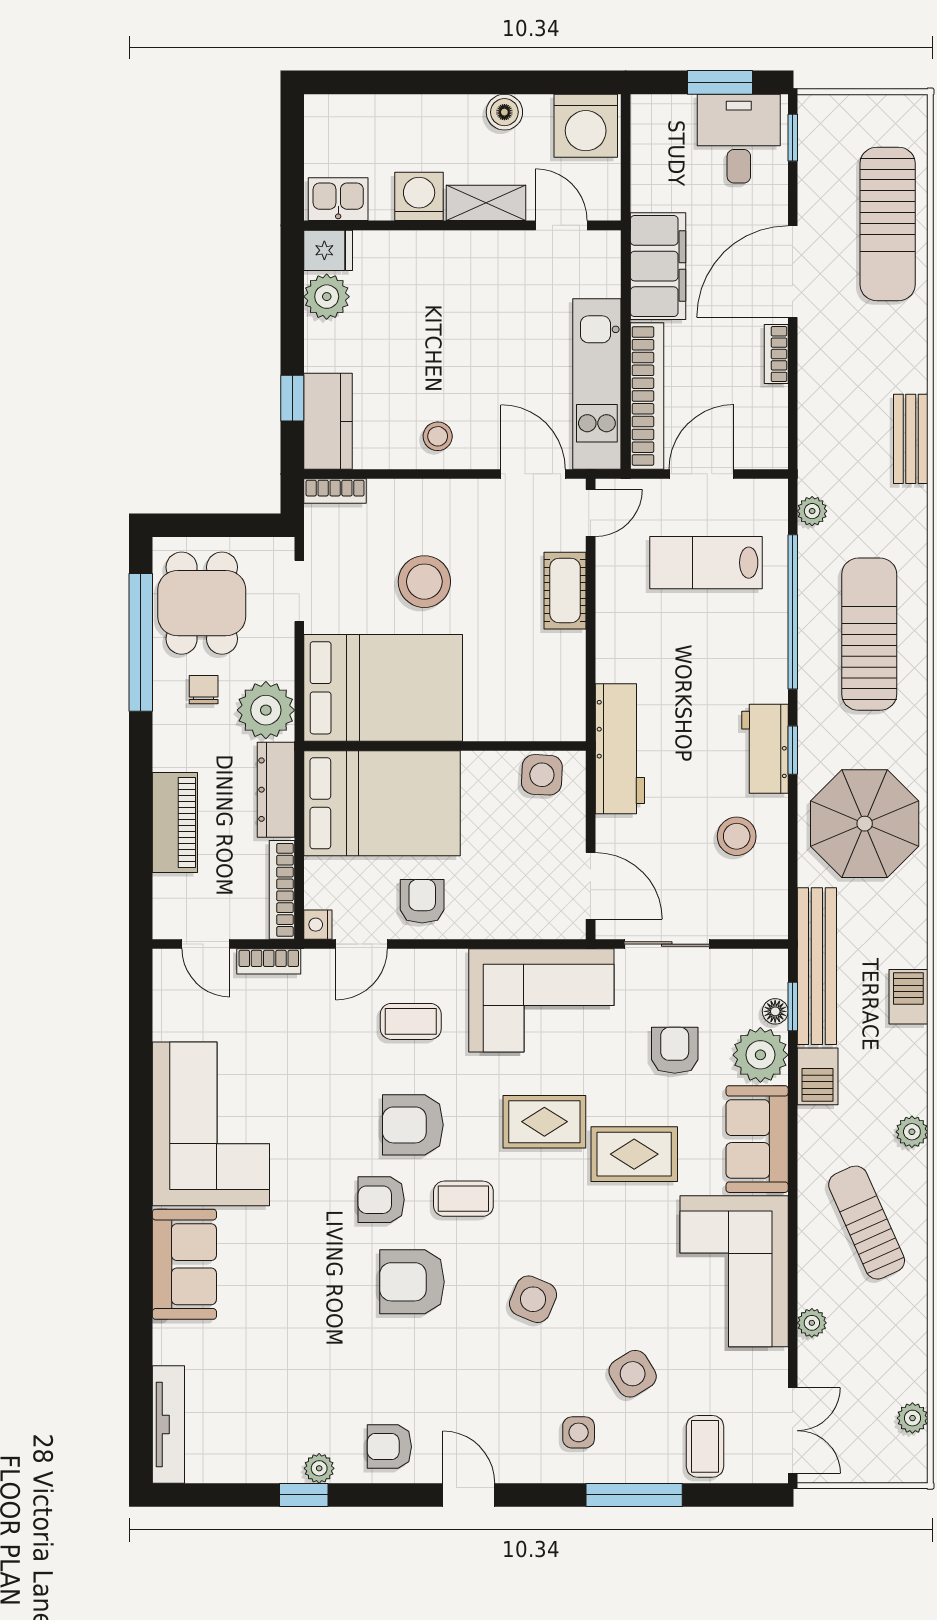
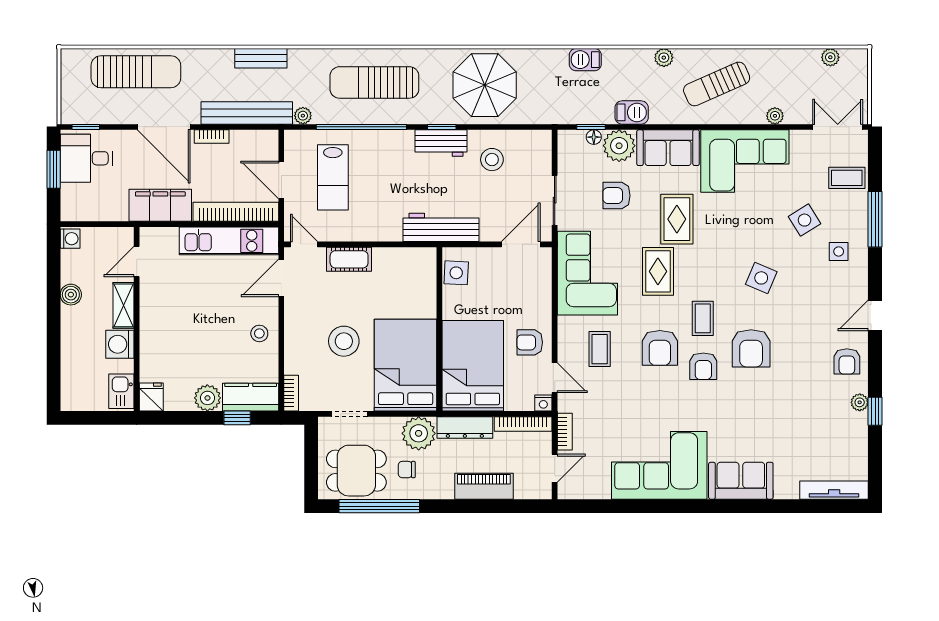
washing machine: (586, 126) -> (70, 239), width x0.53, depth x0.53
plant: (327, 297) -> (207, 398), moved
bench: (817, 966) -> (247, 113), moved

